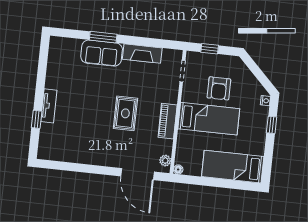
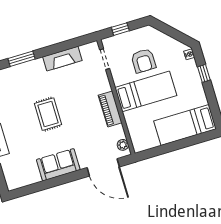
sofa: (102, 53) -> (58, 165), moved, turned 180
rug: (125, 113) -> (48, 114), moved
floor lamp: (178, 169) -> (138, 148), removed

